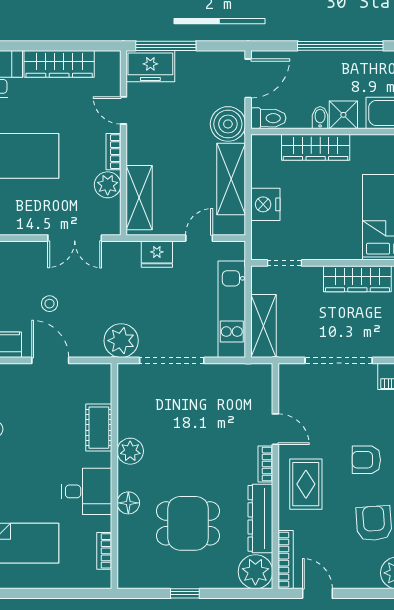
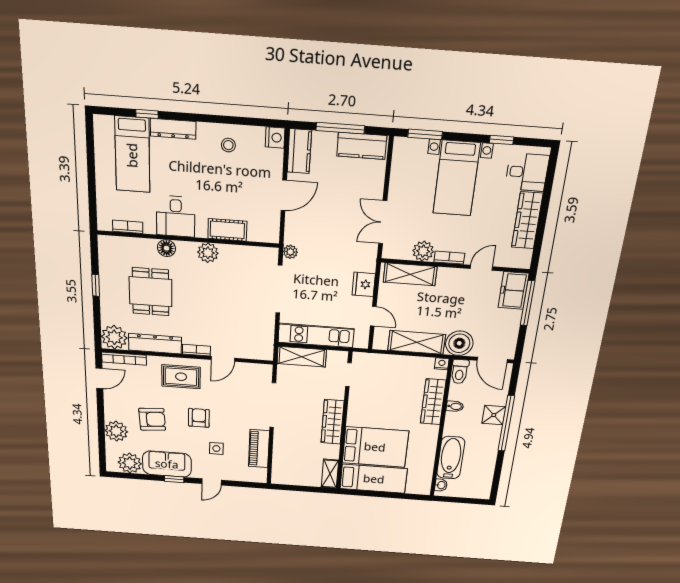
shower: (343, 115) -> (494, 415), moved
nightstand: (265, 204) -> (442, 364), moved, width x0.53, depth x0.56
stool: (50, 304) -> (331, 198), removed
plant: (121, 341) -> (290, 252), width x0.53, depth x0.53

